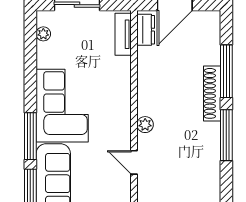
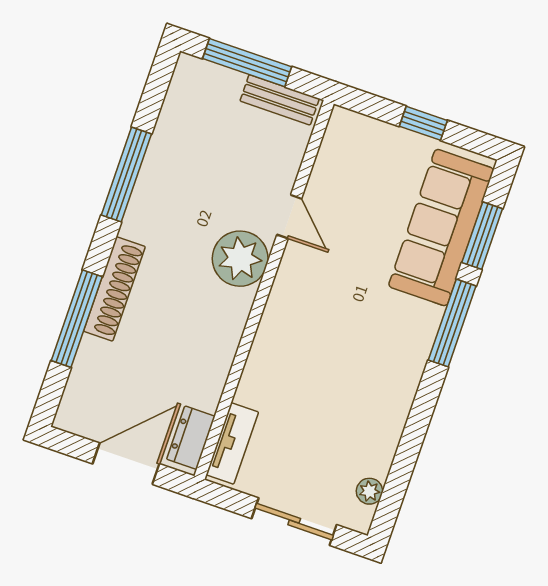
corner sofa: (62, 106) -> (379, 357), removed
plant: (145, 125) -> (240, 259), width x1.87, depth x1.87
window: (226, 135) -> (126, 175), moved

